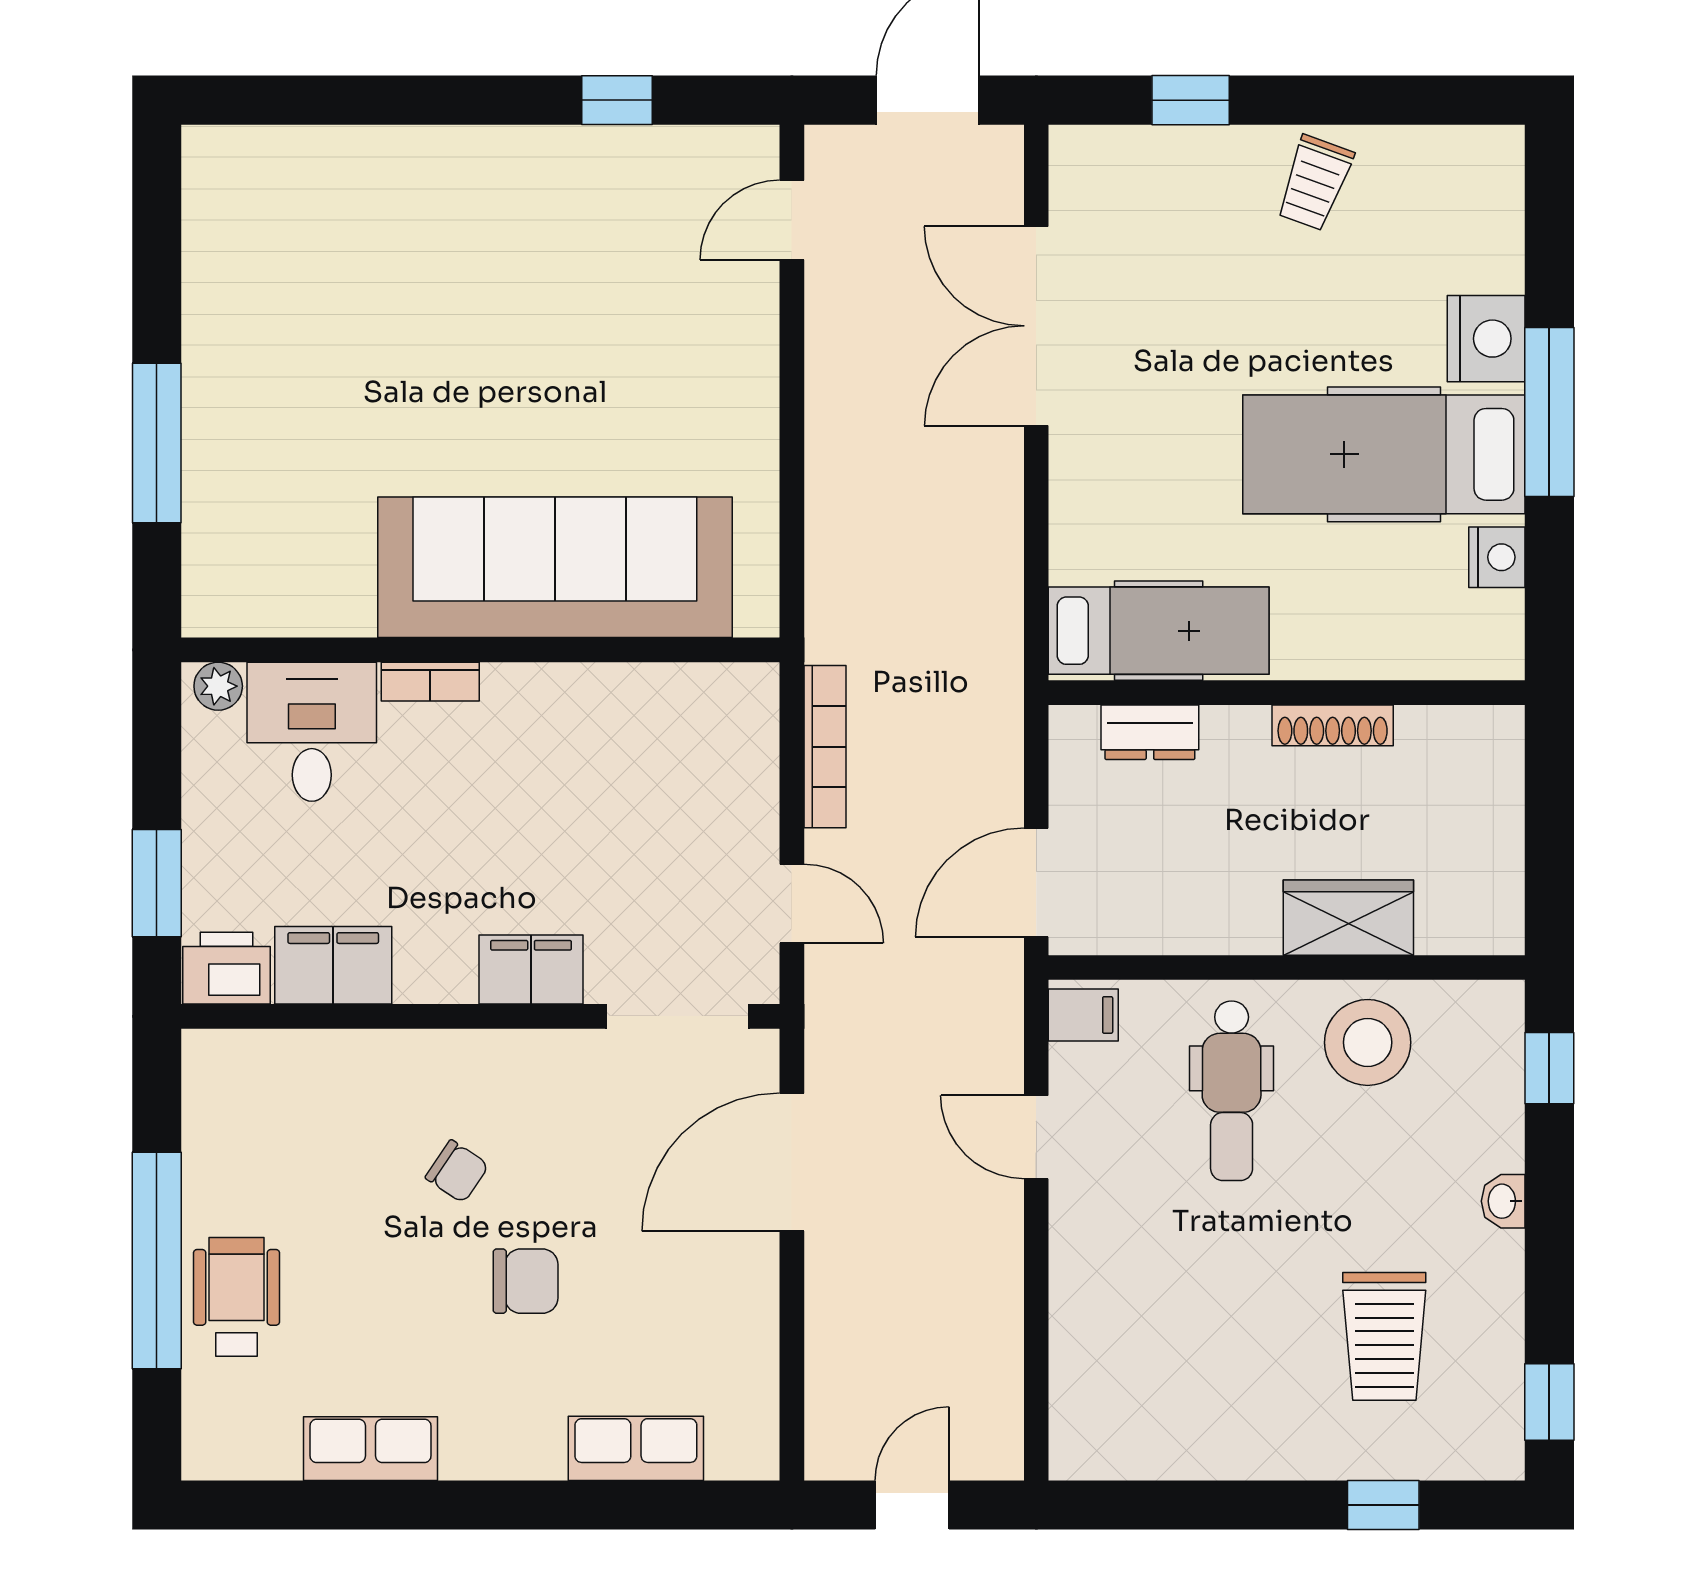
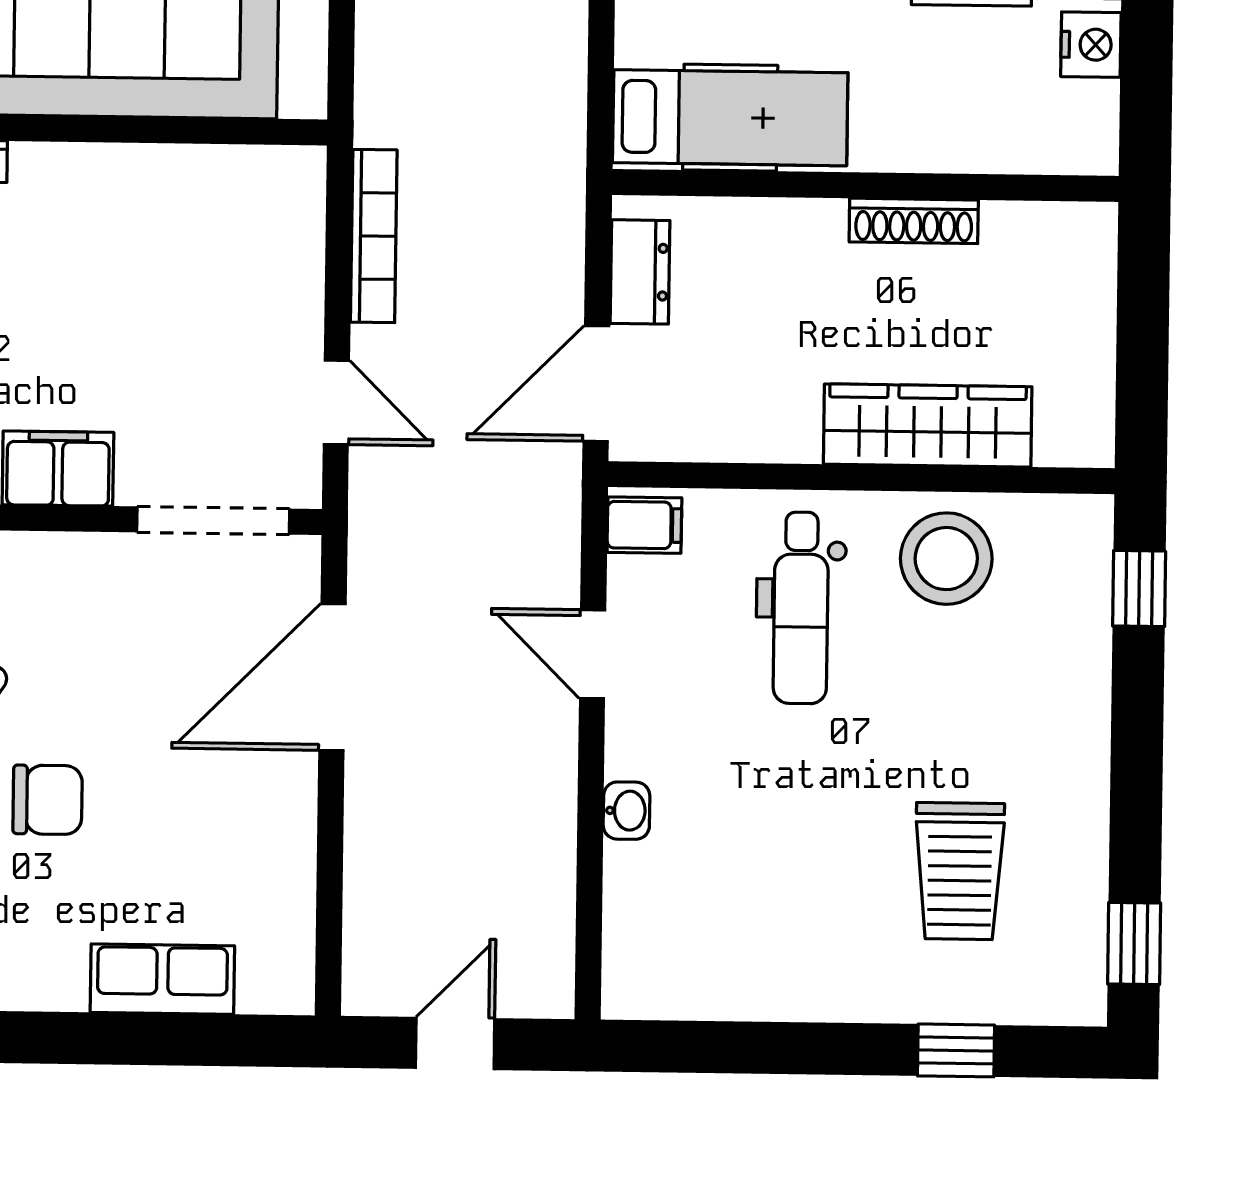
dresser: (1150, 732) -> (640, 272), moved, turned -90
wardrobe: (1348, 918) -> (928, 425), width x1.50
washbasin: (1503, 1201) -> (627, 811), moved, turned 180

